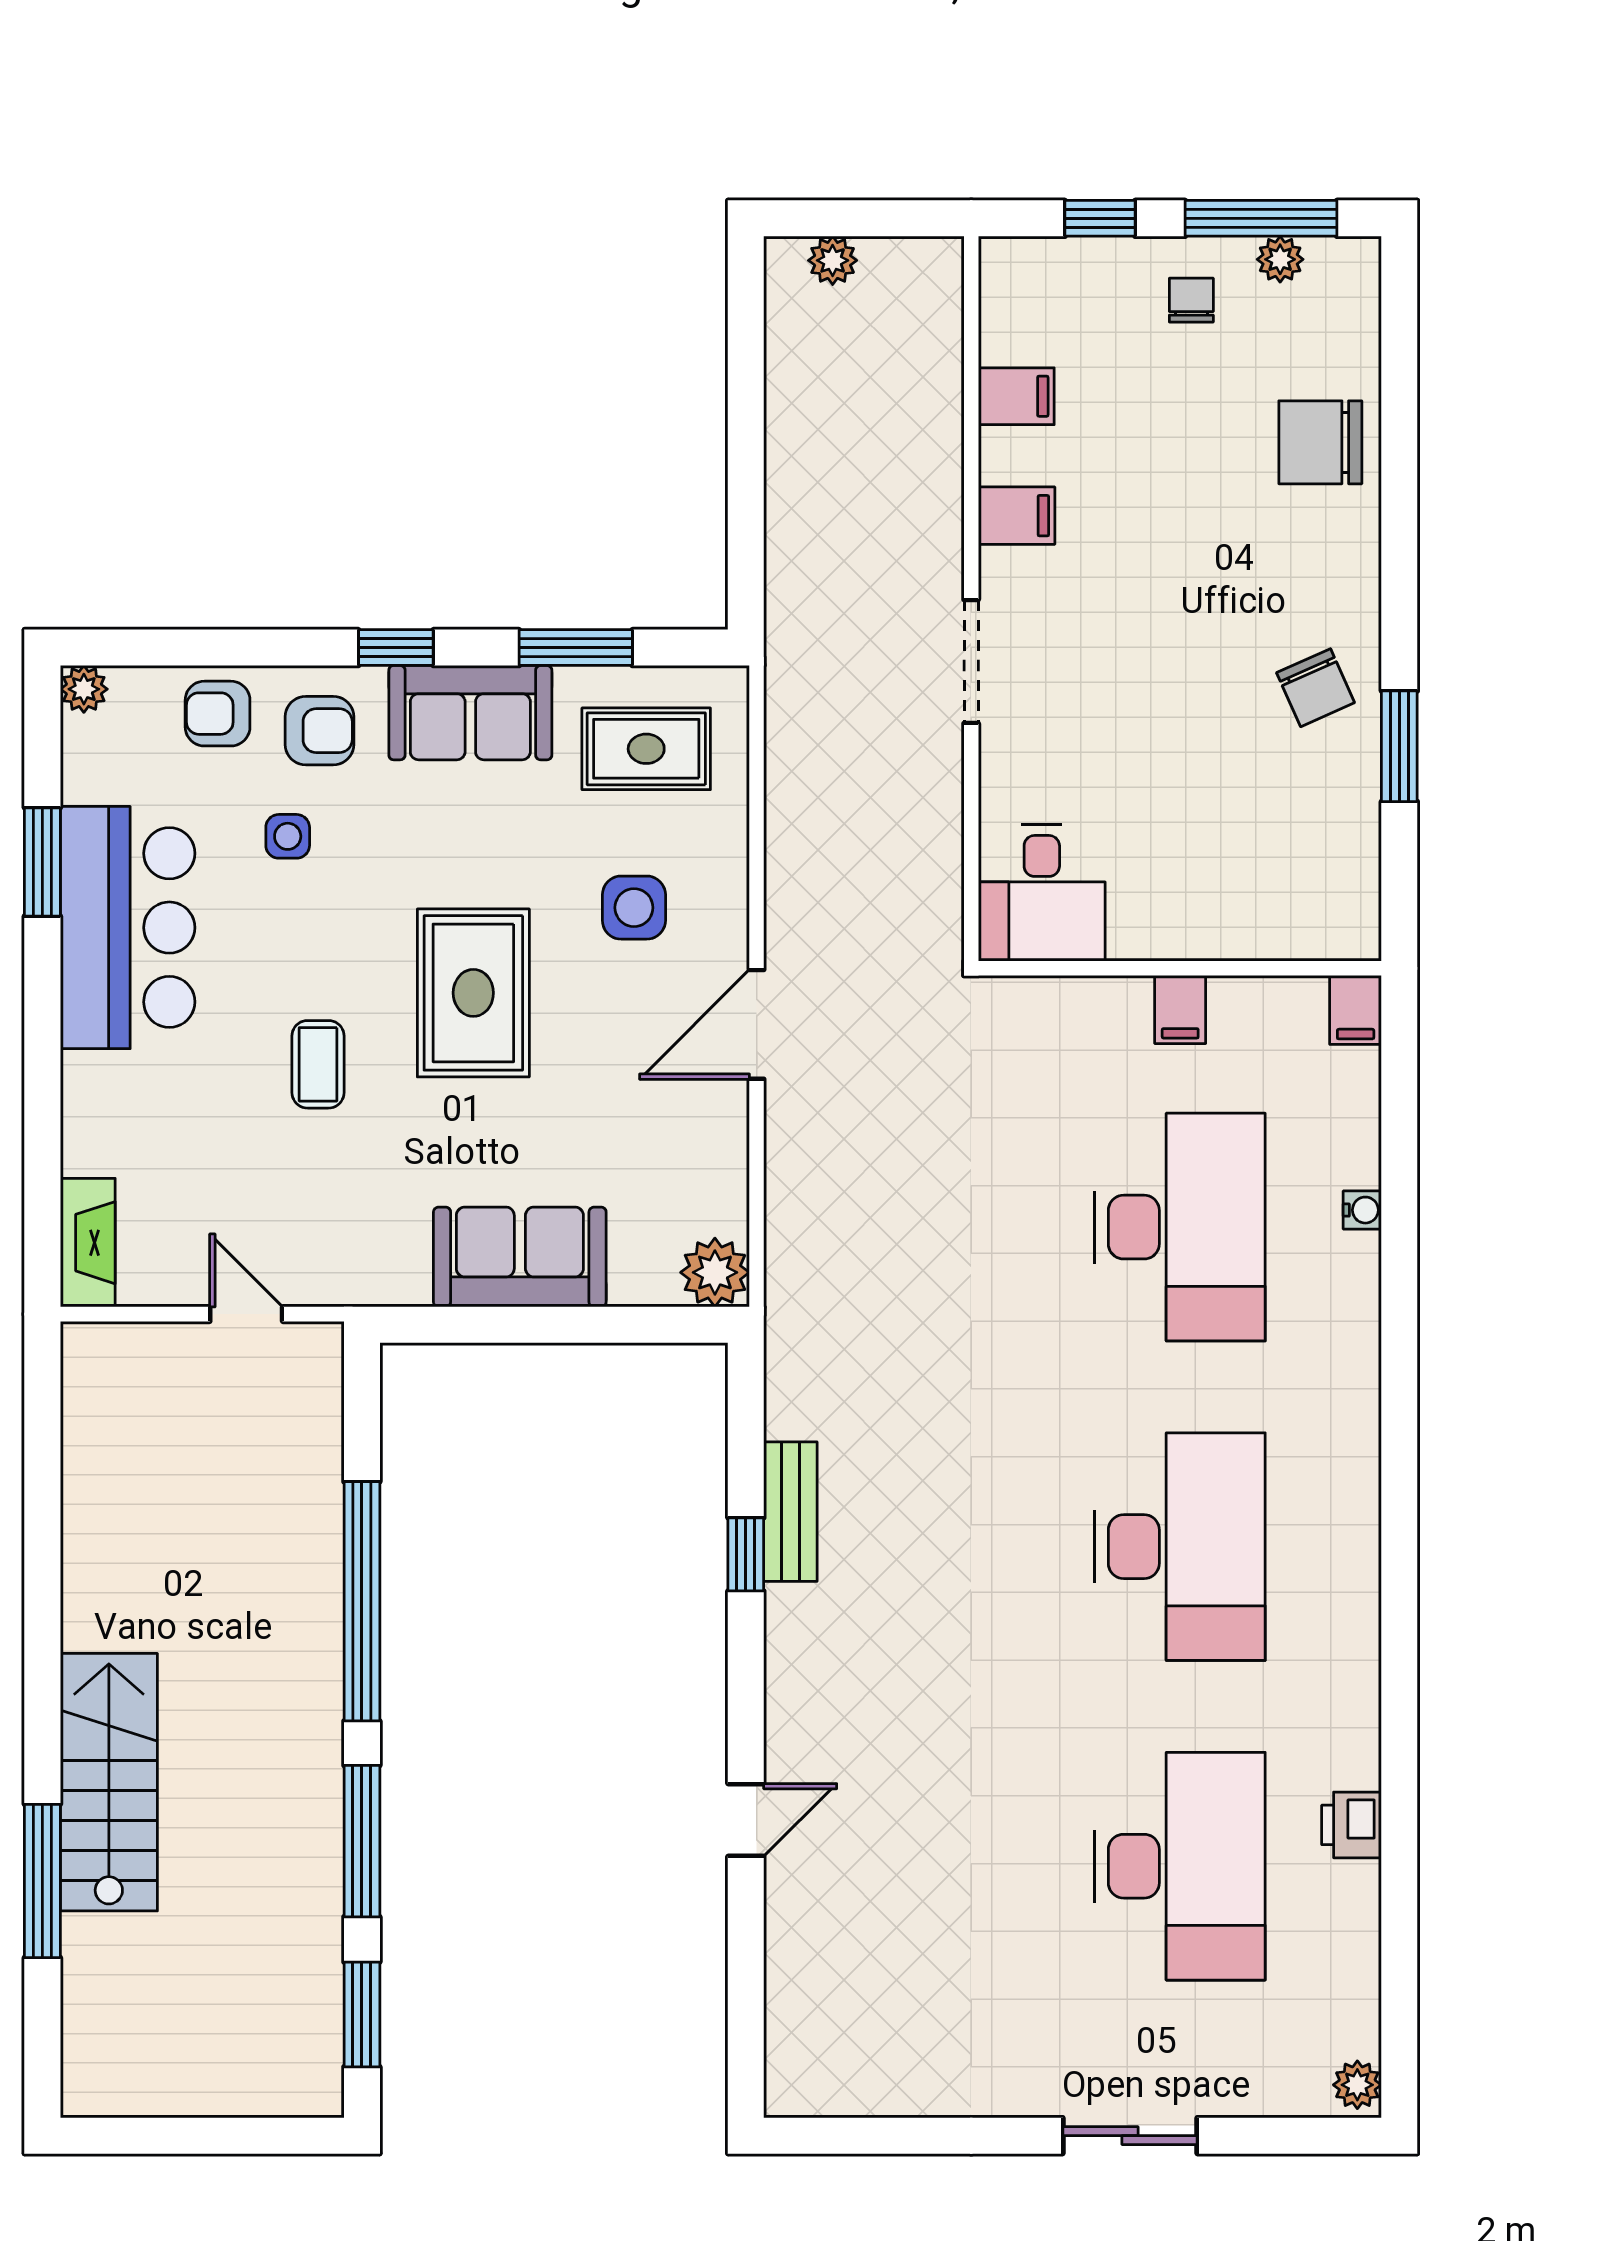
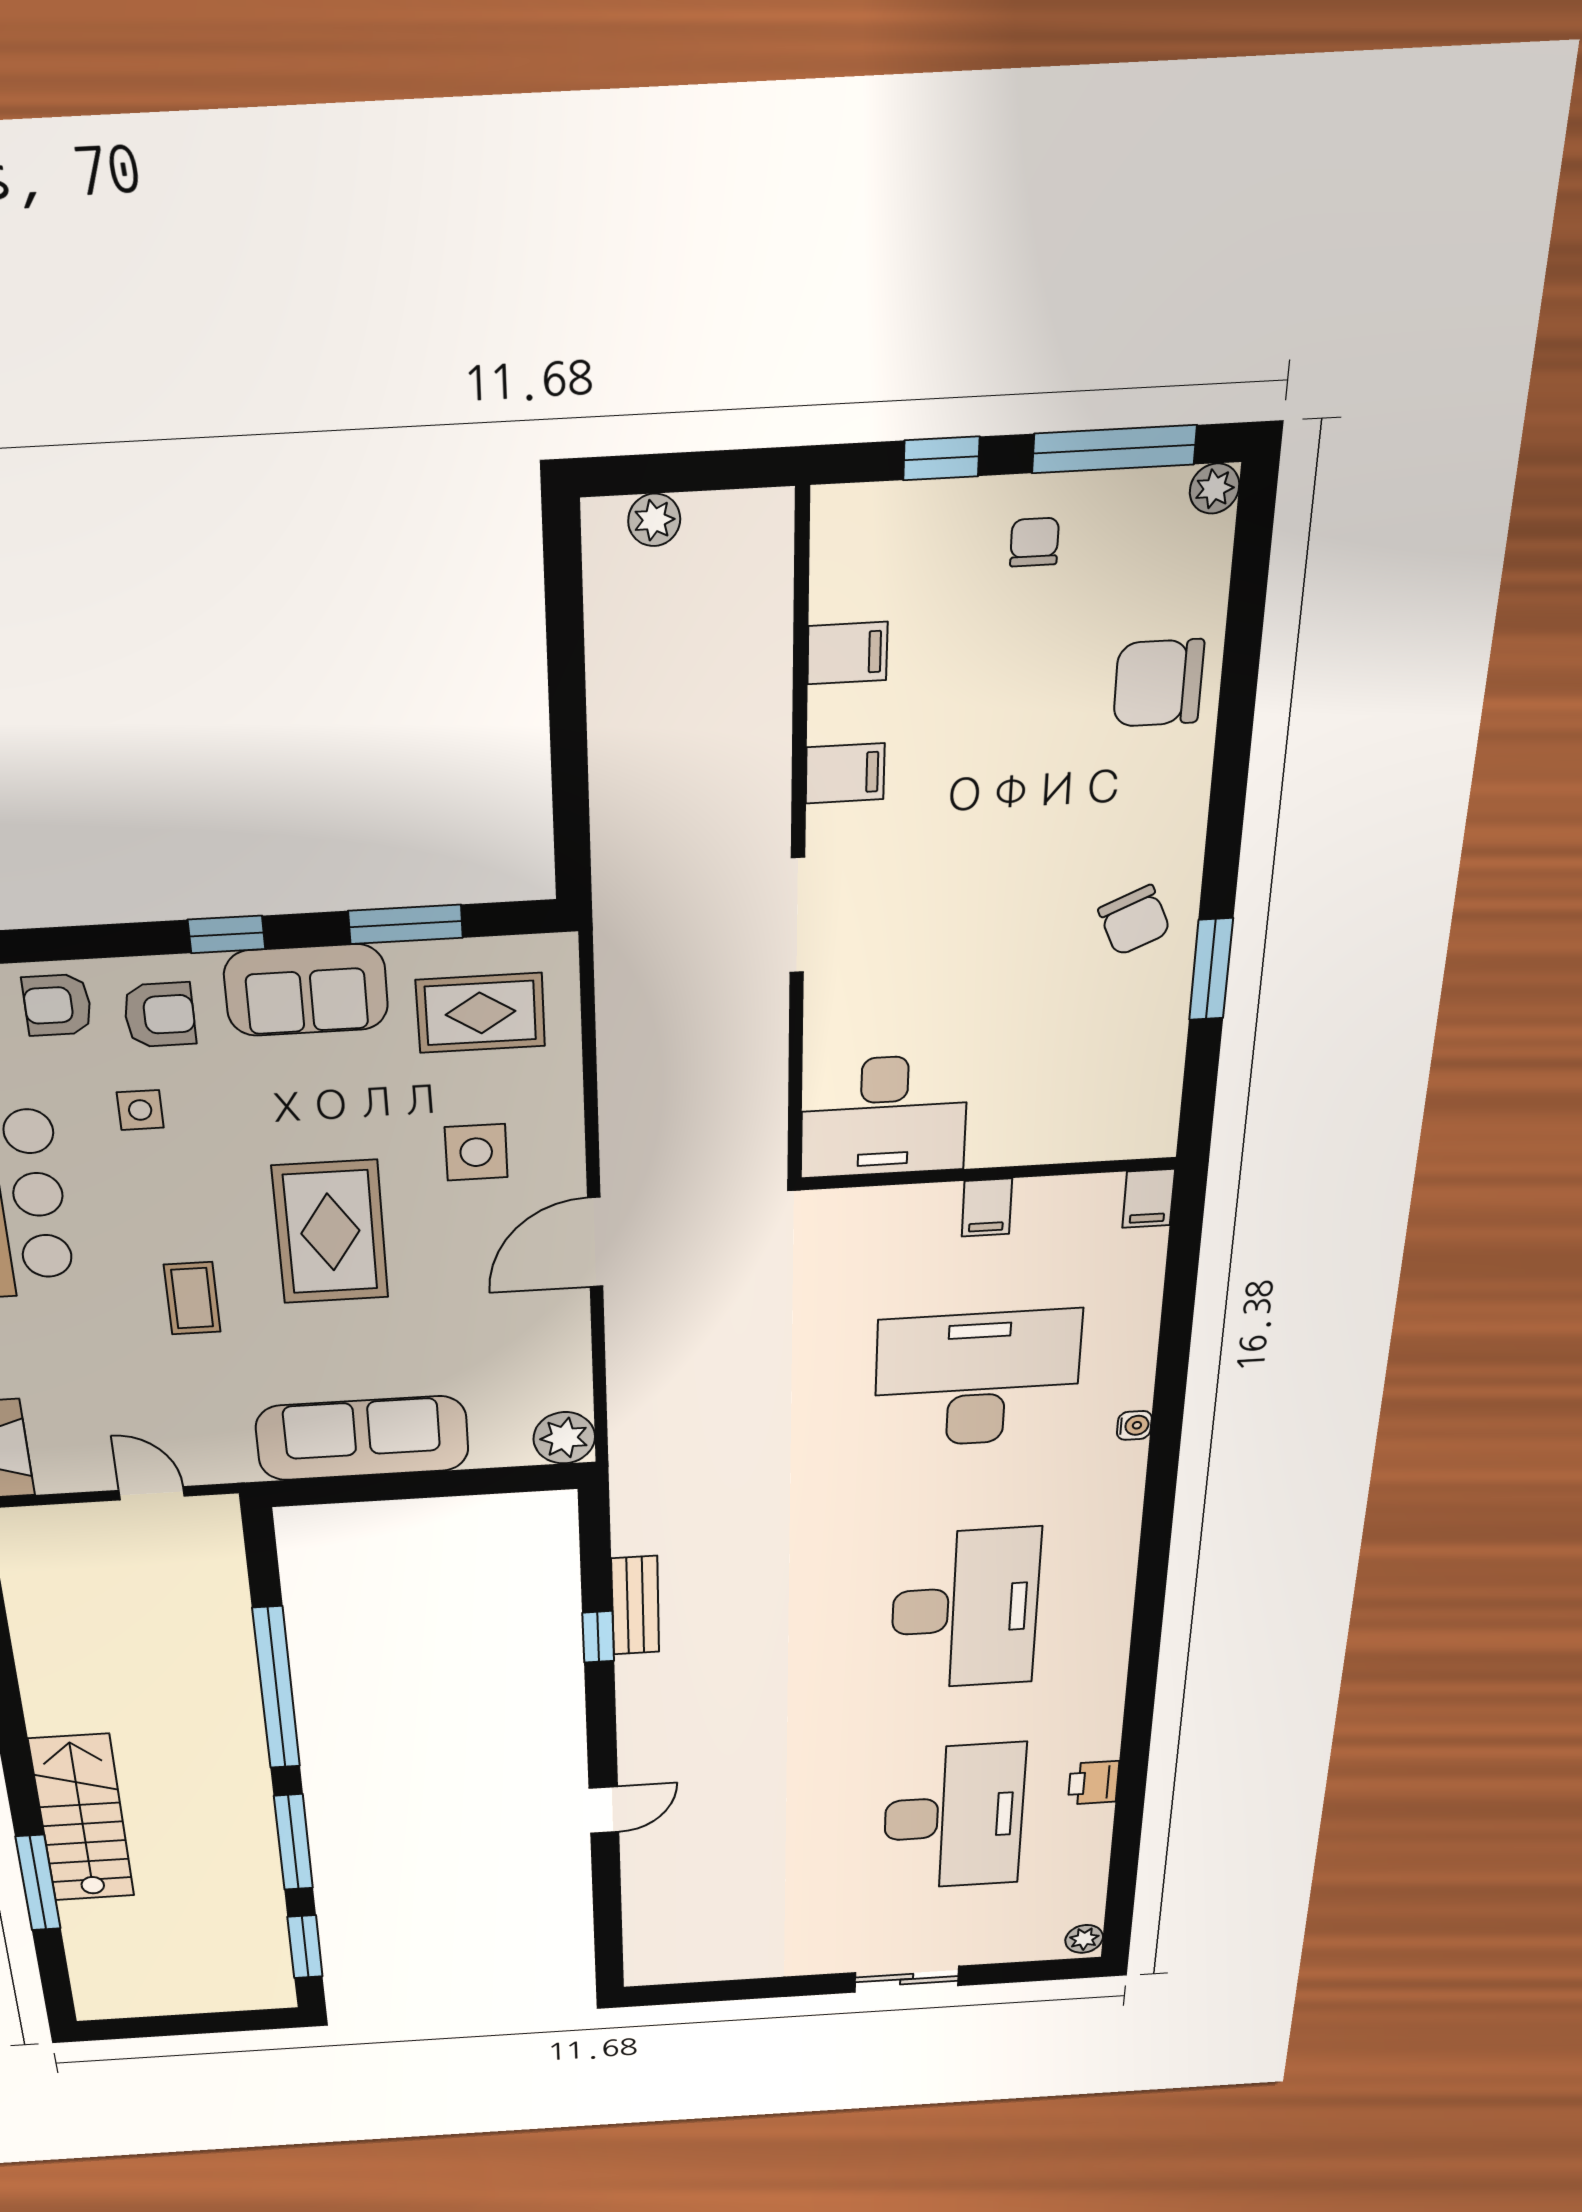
plant: (1280, 259) -> (1215, 489), moved
desk: (1042, 893) -> (884, 1116), width x1.37
water cooler: (1362, 1210) -> (1134, 1425), moved
desk: (1180, 1227) -> (977, 1379), turned -90
sofa: (520, 1257) -> (362, 1438), width x1.36

